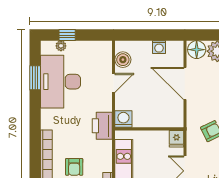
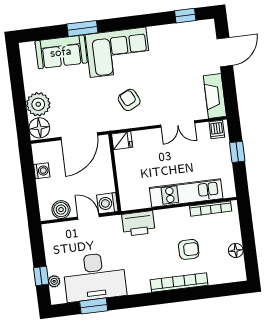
washing machine: (123, 119) -> (107, 203), moved
wall: (149, 129) -> (115, 173), moved
fridge: (176, 139) -> (122, 141), moved

